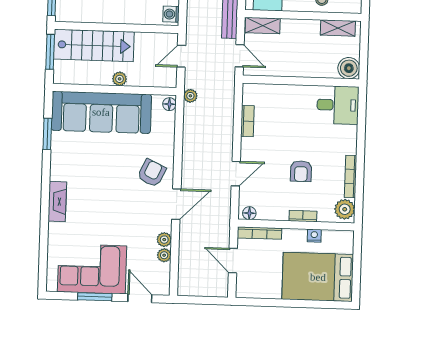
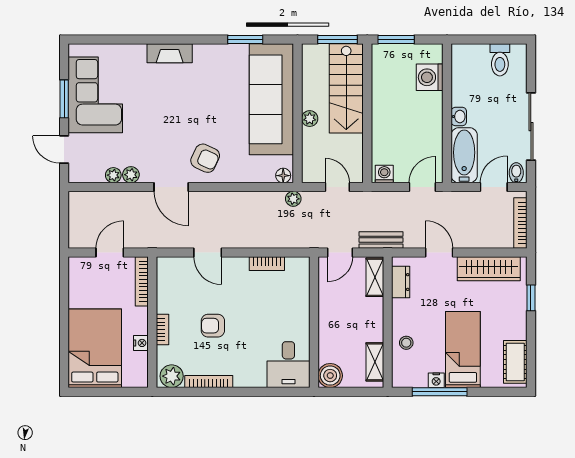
floor lamp: (249, 213) -> (164, 269), removed
door: (140, 298) -> (64, 149), swing flipped

